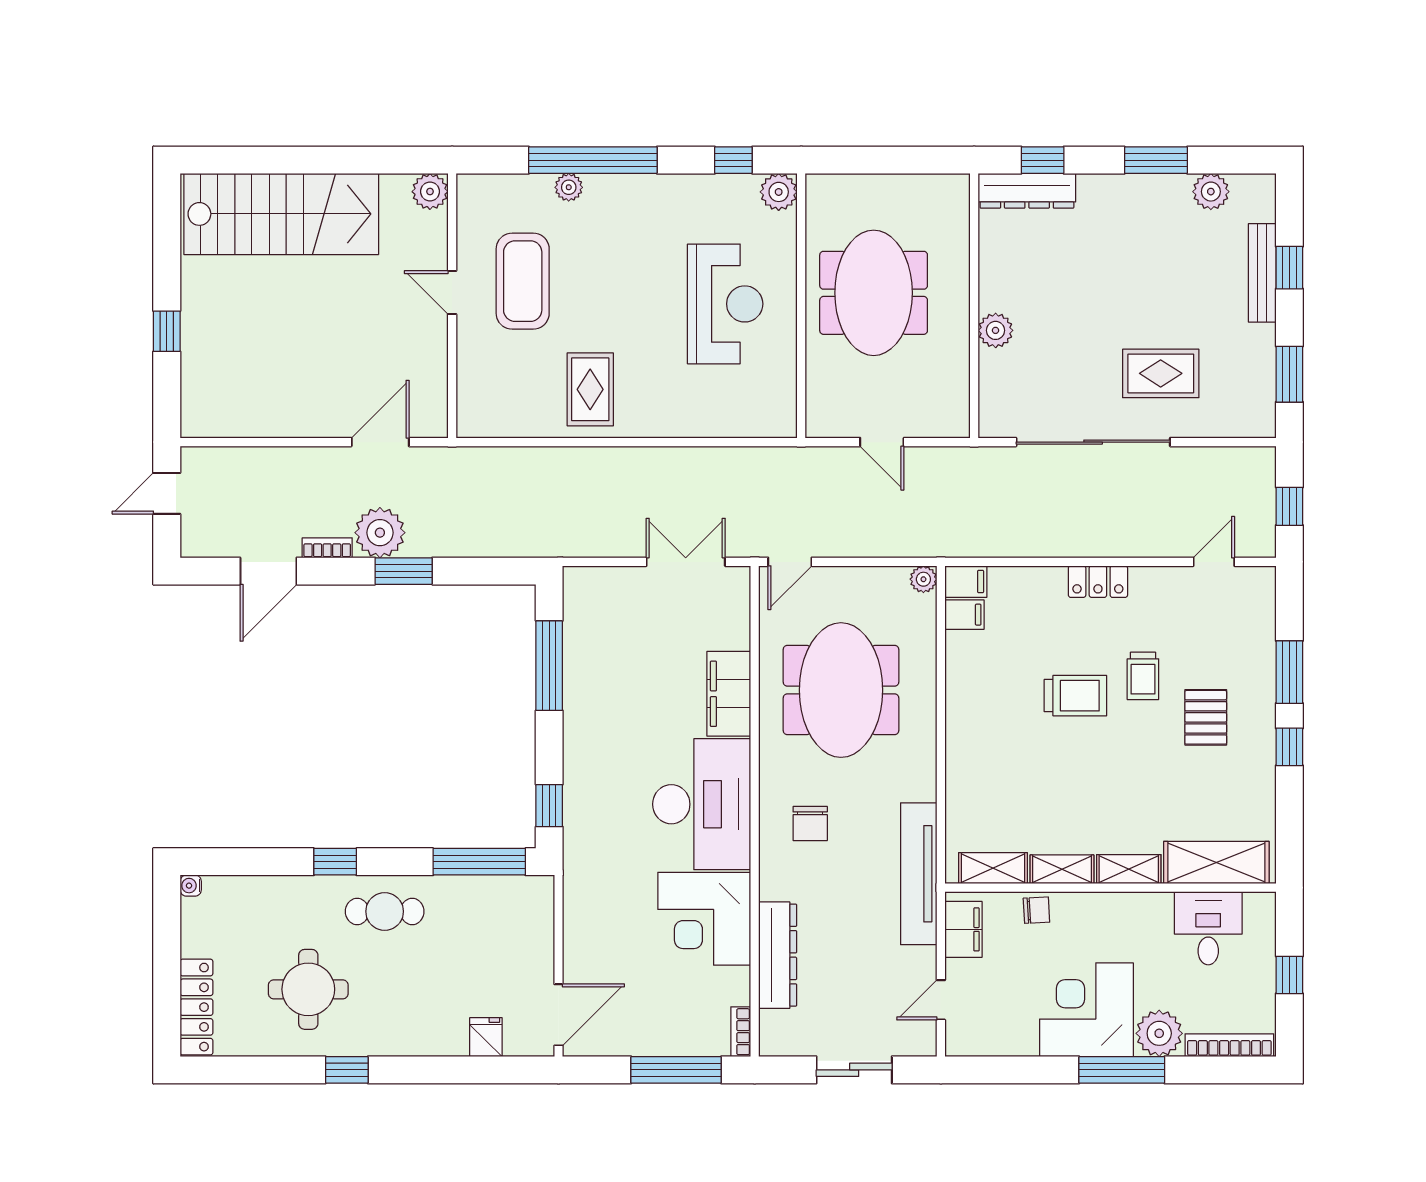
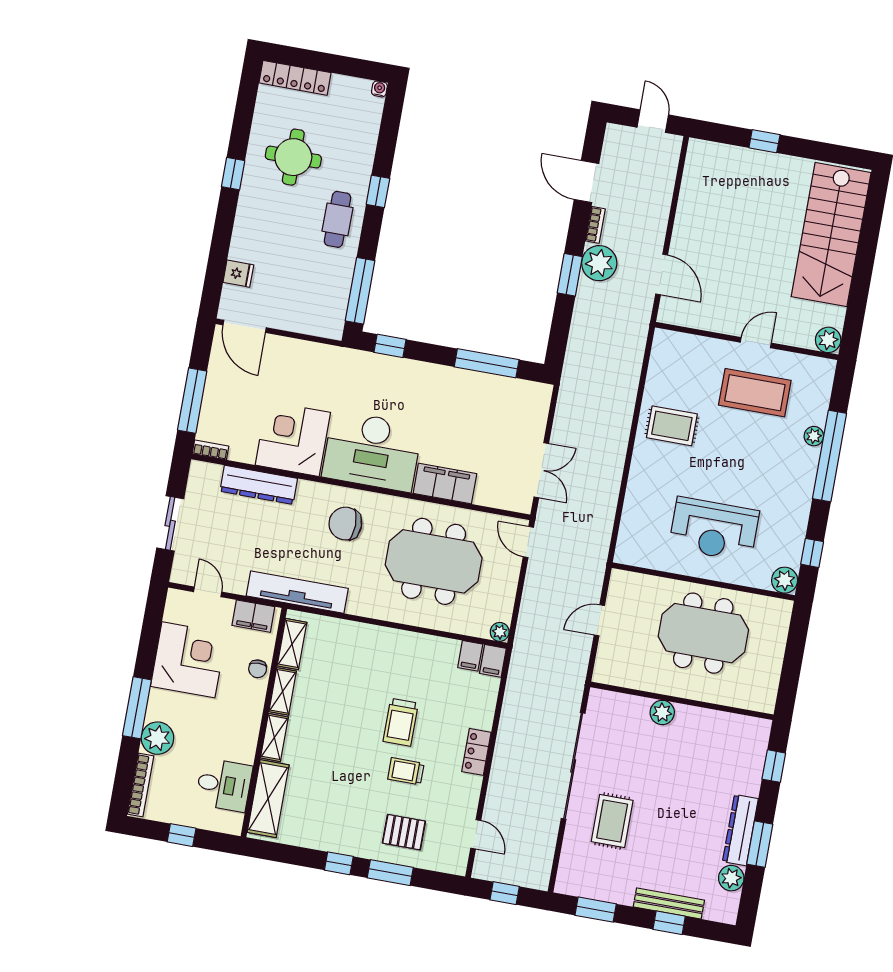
dresser: (1027, 191) -> (740, 830), moved
pallet: (1206, 717) -> (404, 832), moved
chair: (810, 824) -> (345, 524), width x1.37, depth x1.37
corner desk: (1086, 1010) -> (188, 660), moved

